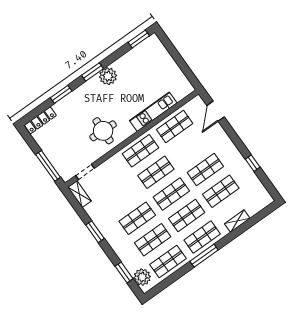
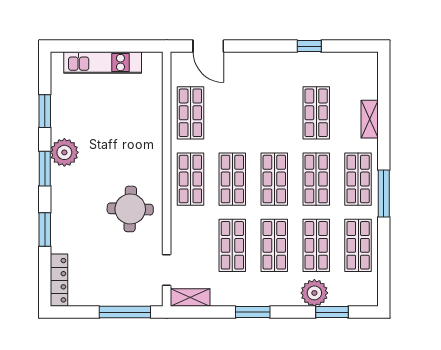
window: (139, 39) -> (45, 111), moved
kitchen unit: (153, 112) -> (103, 63), moved, turned -90
shop shelf: (205, 170) -> (232, 245), moved
plant: (142, 277) -> (314, 293), moved

